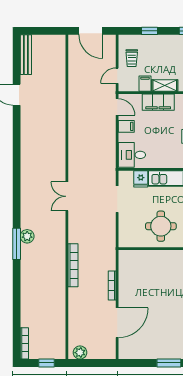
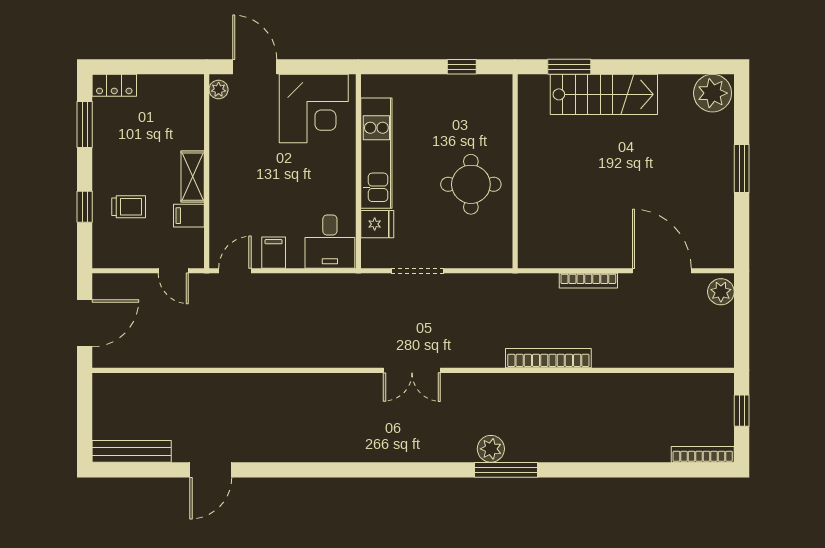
trolley: (132, 58) -> (129, 207), moved
filing cabinet: (158, 102) -> (225, 190), removed
plant: (80, 353) -> (721, 292), moved

